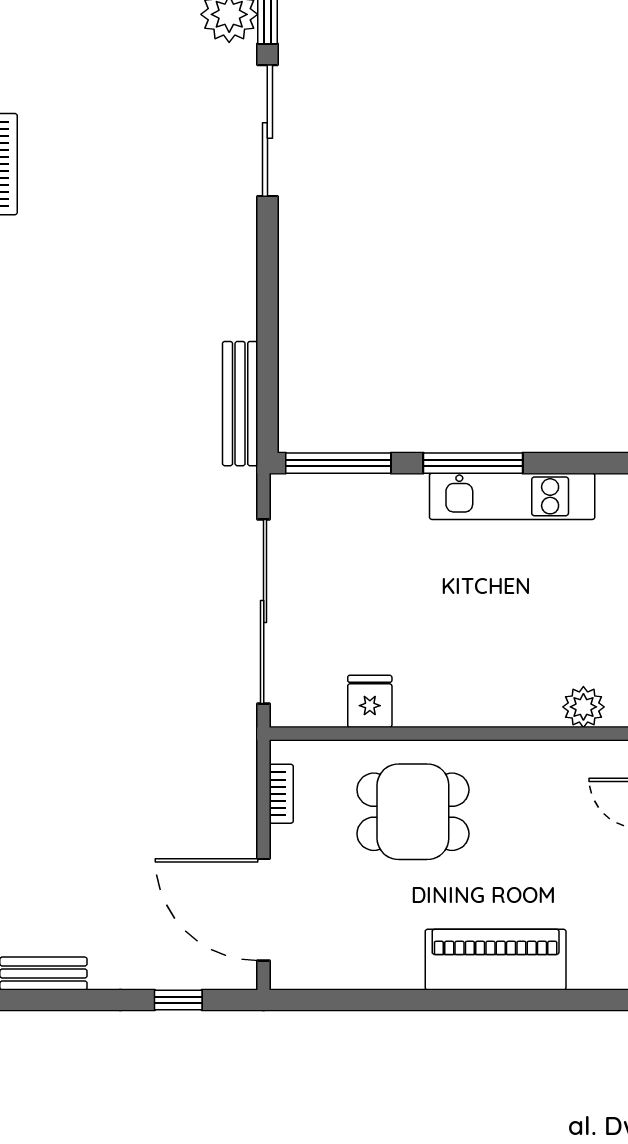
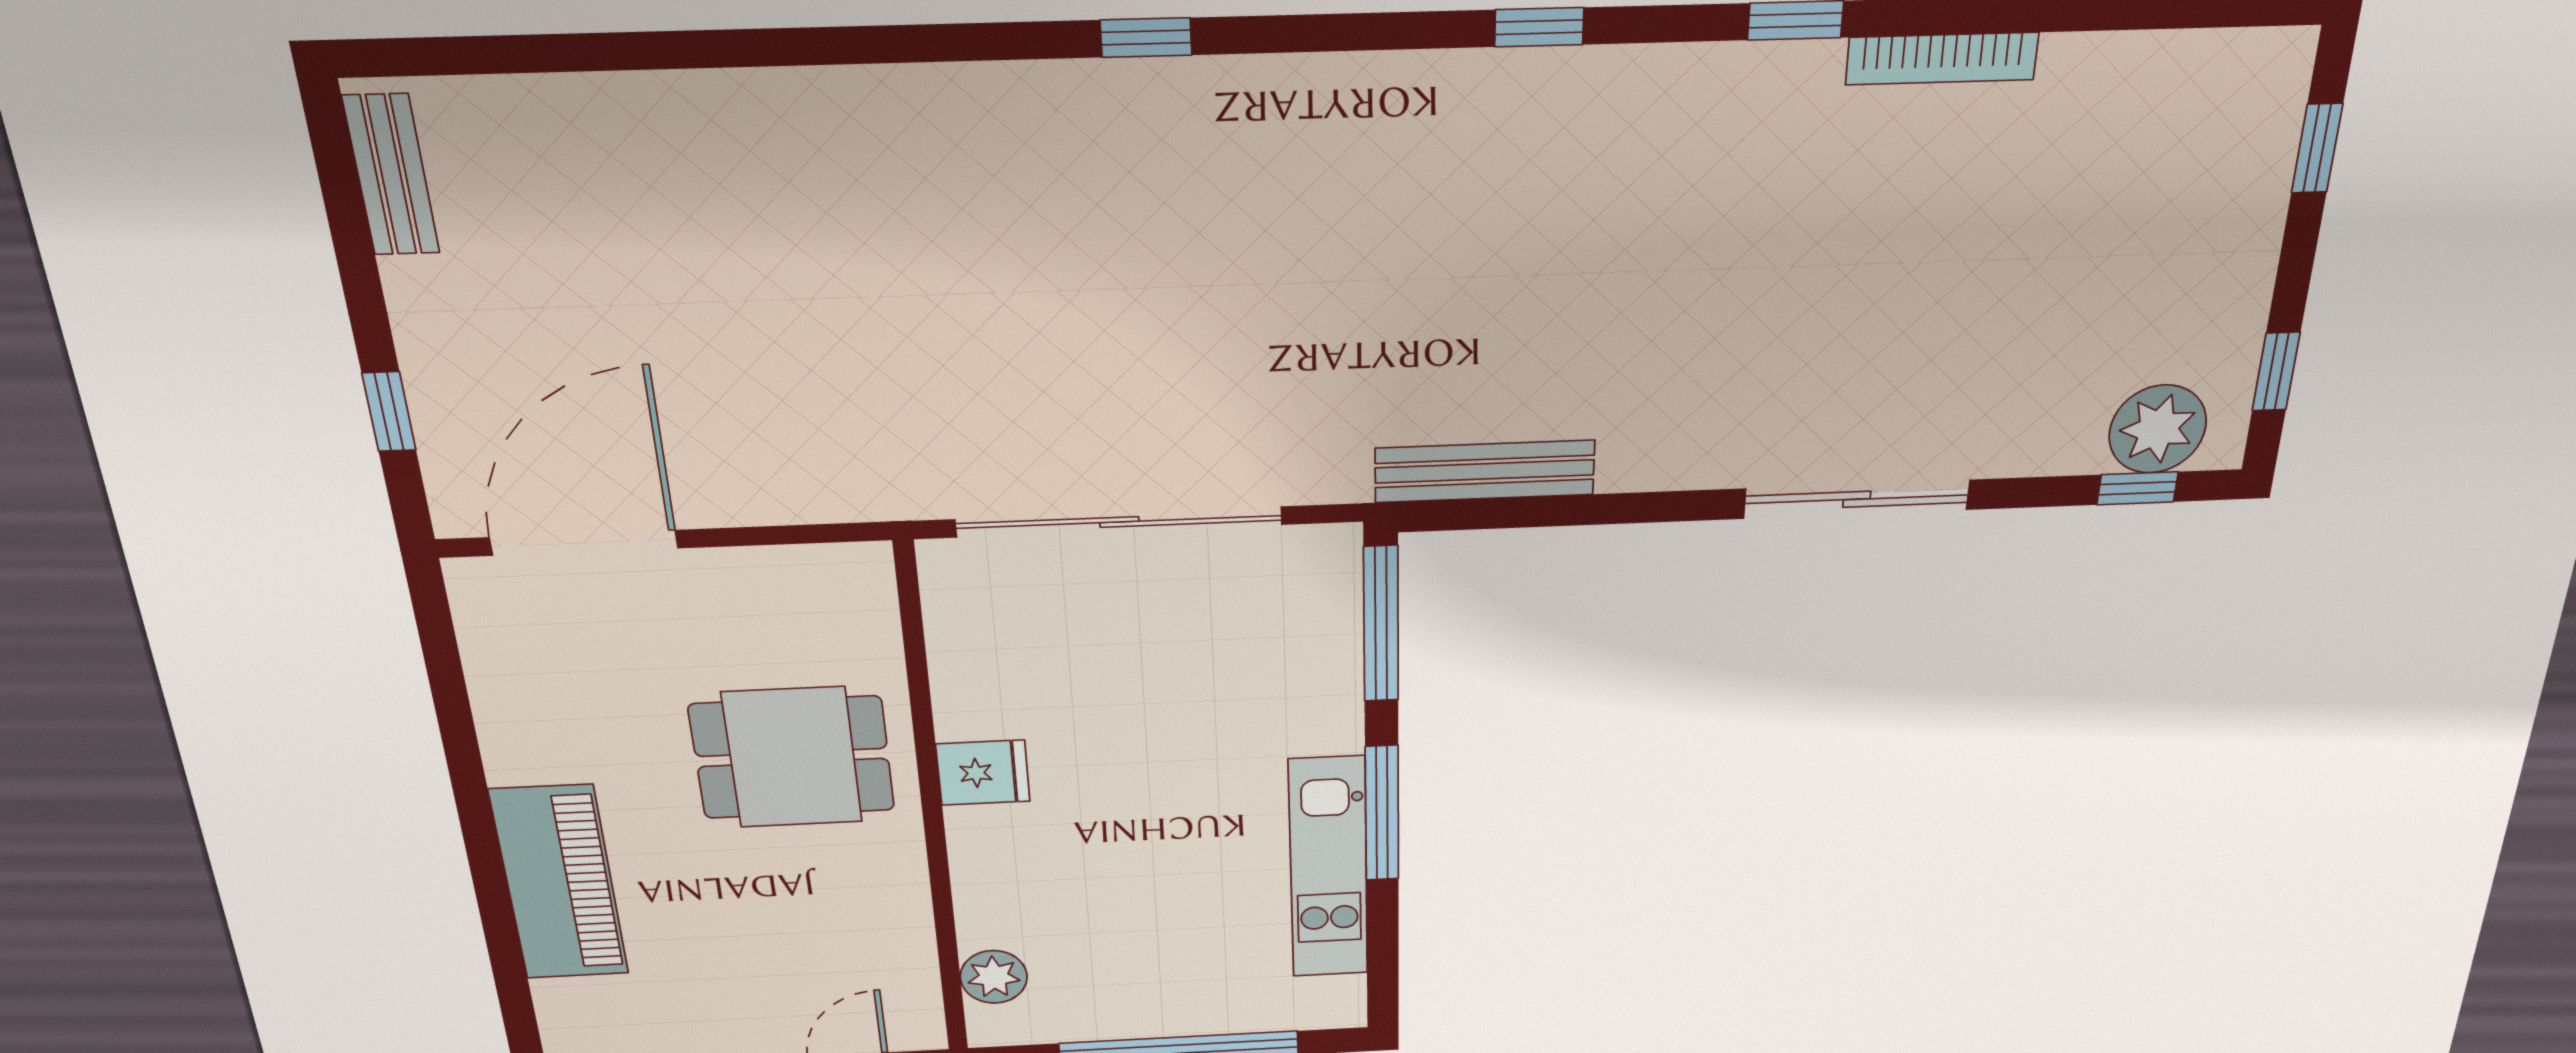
sliding door: (267, 131) -> (1857, 499), moved
fridge: (370, 701) -> (983, 773), moved
bookcase: (281, 794) -> (798, 562), removed
dining table: (413, 812) -> (792, 757), turned 90

